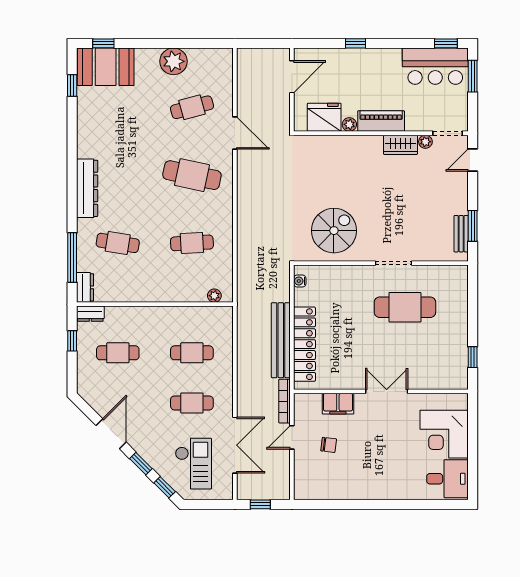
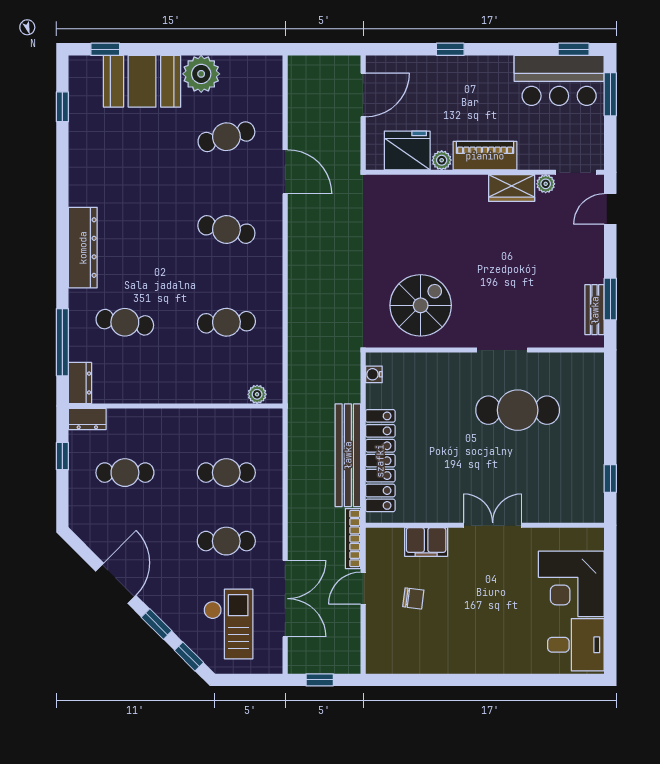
booth: (106, 67) -> (142, 81), moved
cafe table: (192, 175) -> (226, 229), width x0.73, depth x0.74

